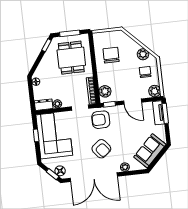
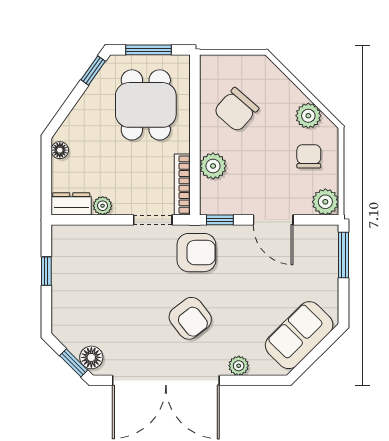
chair: (111, 55) -> (236, 110), turned -139
plant: (105, 91) -> (213, 166), moved
tv unit: (158, 113) -> (328, 252), removed
armchair: (101, 120) -> (196, 253), turned 180
corner sofa: (54, 135) -> (87, 275), removed

